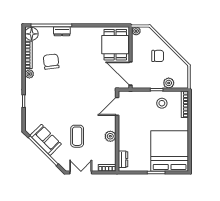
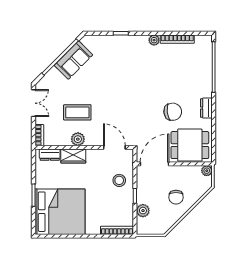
dresser: (62, 31) -> (206, 108), moved
floor lamp: (32, 34) -> (203, 43), removed
chair: (51, 62) -> (173, 112), moved
stool: (162, 103) -> (119, 180), moved
coffee table: (77, 136) -> (77, 112), moved
wardrobe: (124, 140) -> (73, 156), added

